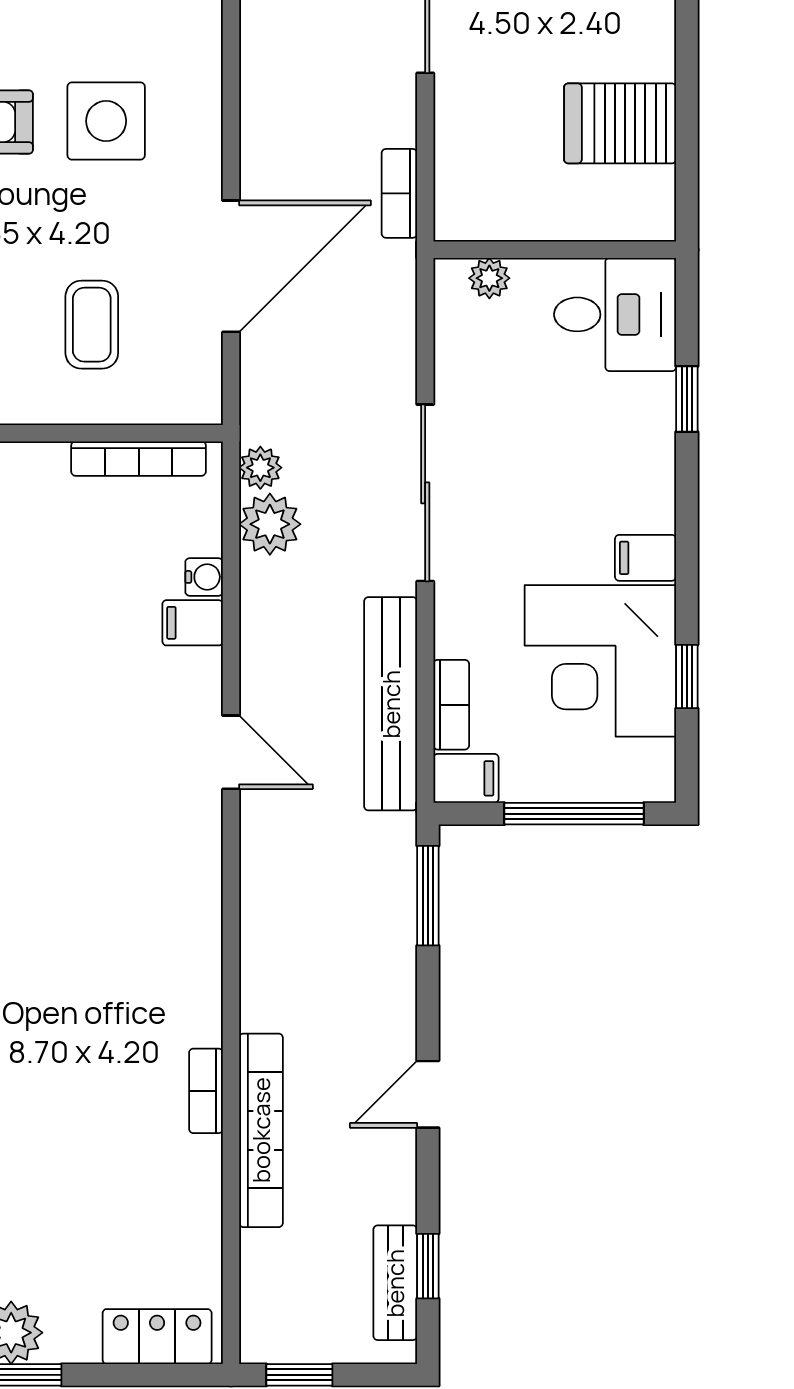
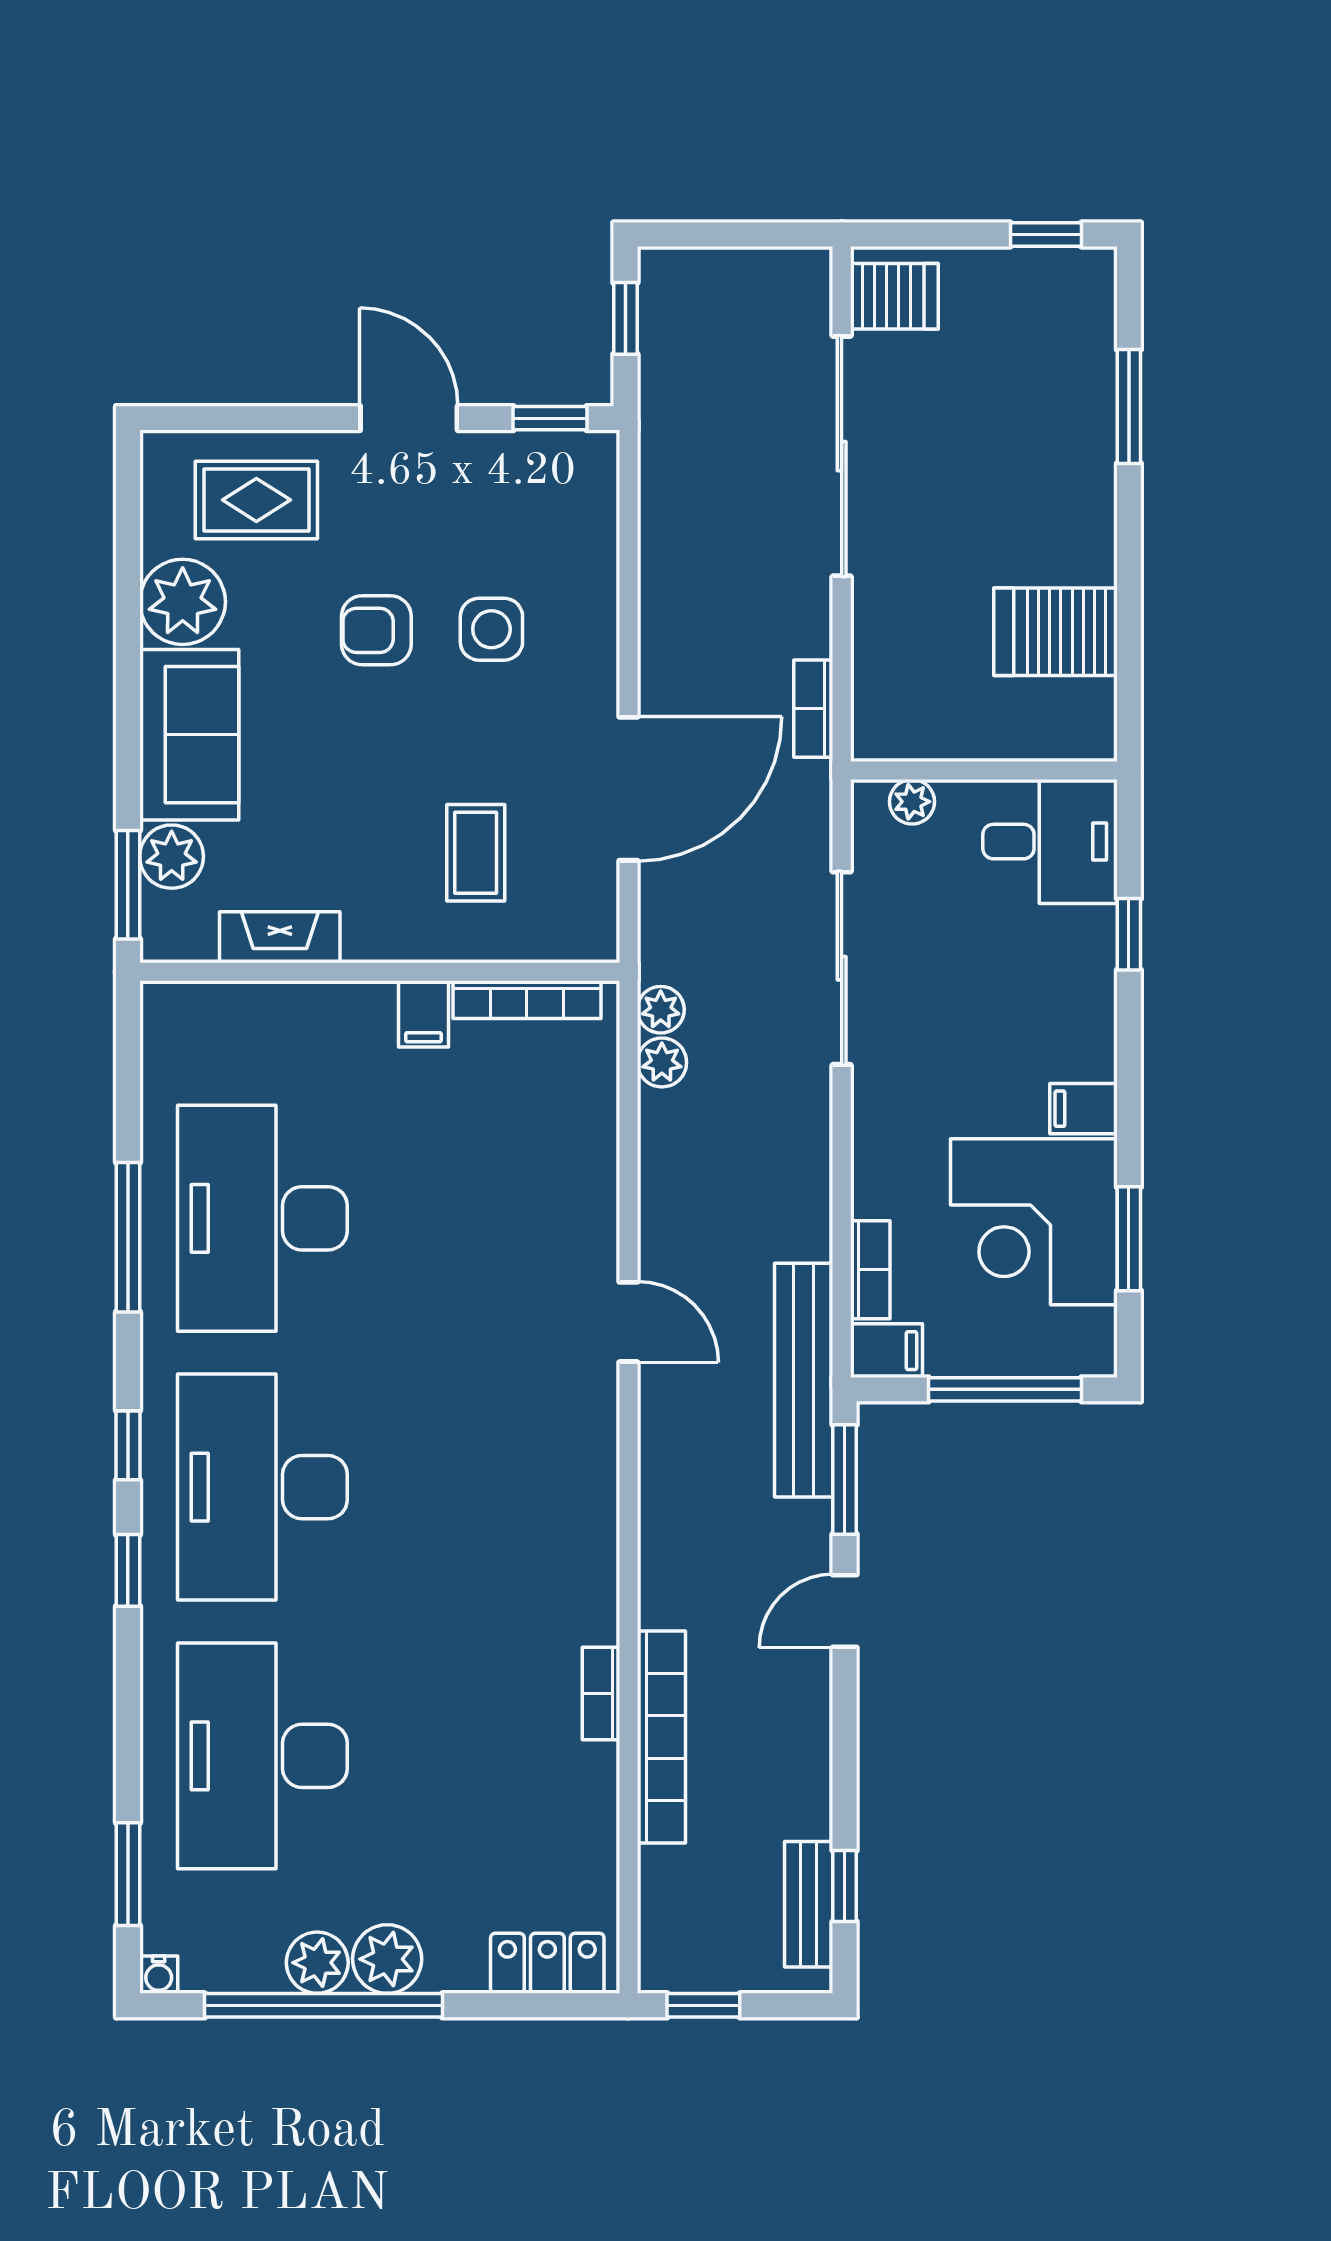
side table: (106, 121) -> (491, 629), width x0.73, depth x0.73
sliding door: (425, 493) -> (842, 968), moved
plant: (270, 524) -> (662, 1062), width x0.73, depth x0.73
water cooler: (204, 577) -> (599, 1130), removed
filing cabinet: (193, 623) -> (423, 1014), moved, turned -90
window: (687, 676) -> (1129, 1239), width x1.50
bench: (391, 704) -> (804, 1380), moved
door: (428, 1094) -> (845, 1611), moved

